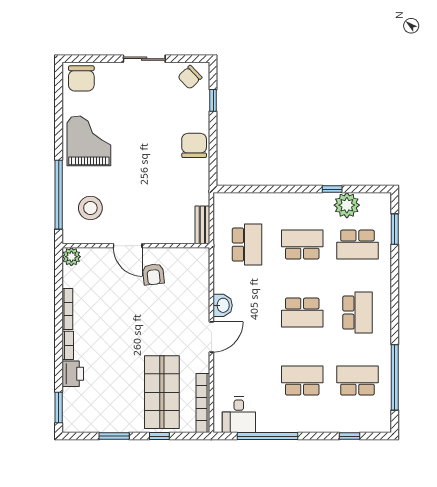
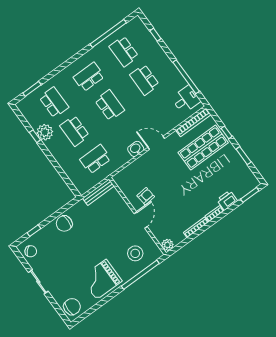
plant: (347, 205) -> (45, 132), moved
bench: (202, 225) -> (98, 192), width x1.36

